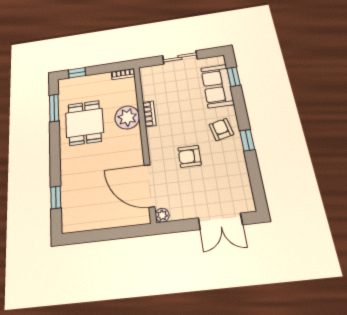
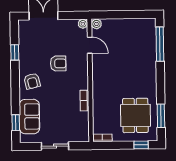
plant: (127, 117) -> (96, 24), moved, width x0.53, depth x0.53
dining table: (84, 123) -> (135, 115), moved
window: (247, 140) -> (15, 52), moved
door: (149, 186) -> (90, 45), width x0.53
window: (56, 197) -> (160, 44), width x2.17

